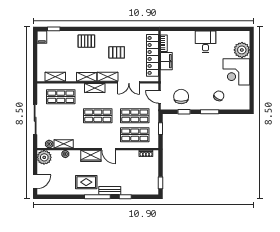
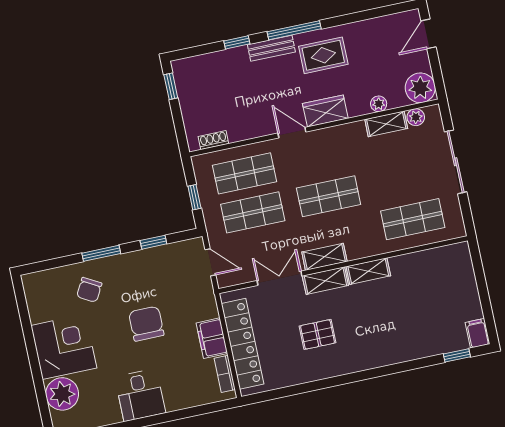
pallet: (86, 41) -> (385, 344), removed
shelving: (55, 77) -> (433, 258), removed
shelving: (95, 88) -> (324, 257), moved
chair: (181, 97) -> (146, 324), moved, turned 180

